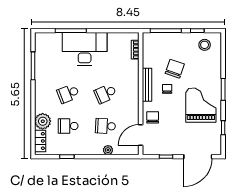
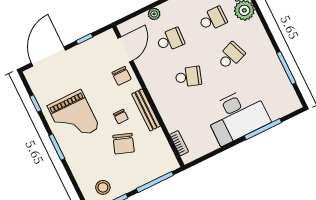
school desk: (105, 94) -> (188, 77), turned 42

